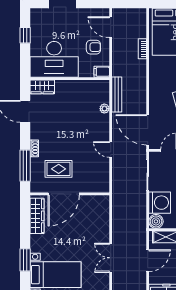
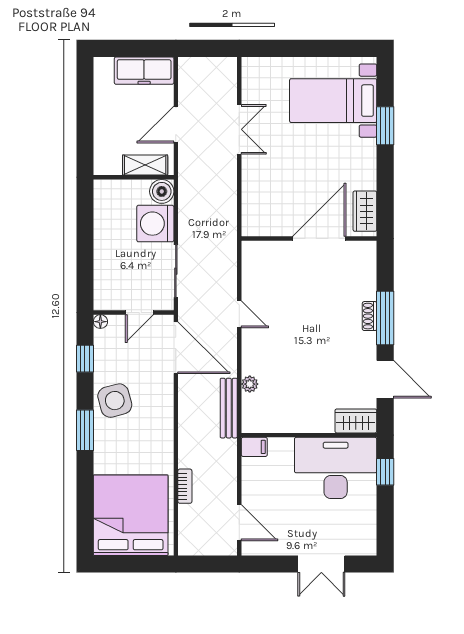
window: (25, 35) -> (385, 472), moved
armchair: (93, 47) -> (268, 489), removed
window: (25, 166) -> (385, 318), moved
rug: (59, 169) -> (328, 281), removed
wardrobe: (37, 216) -> (365, 211), width x0.67

